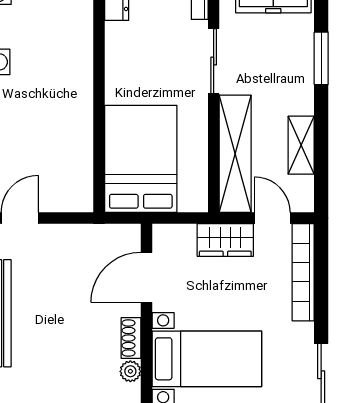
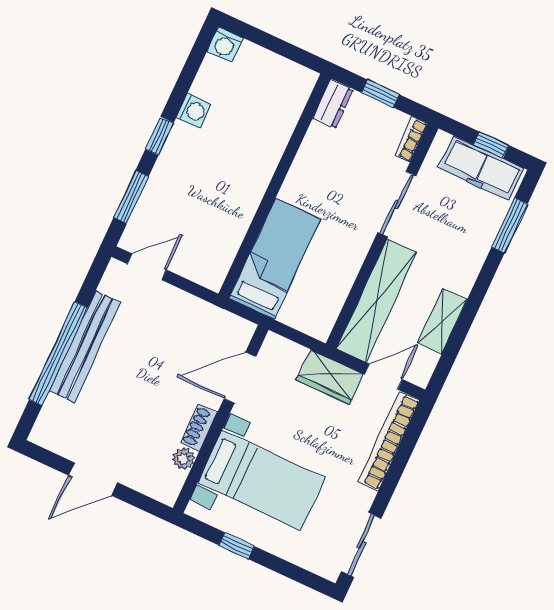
window: (321, 58) -> (510, 225), moved
bed: (141, 159) -> (275, 259), width x0.67
door: (272, 218) -> (384, 377), hinge flipped

